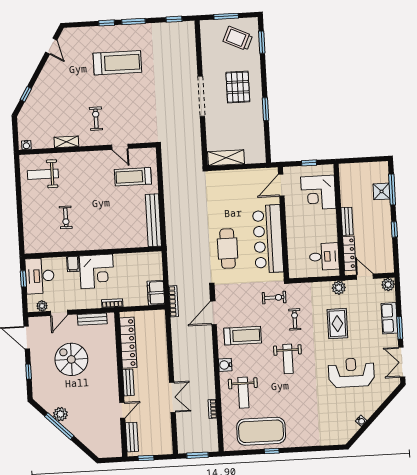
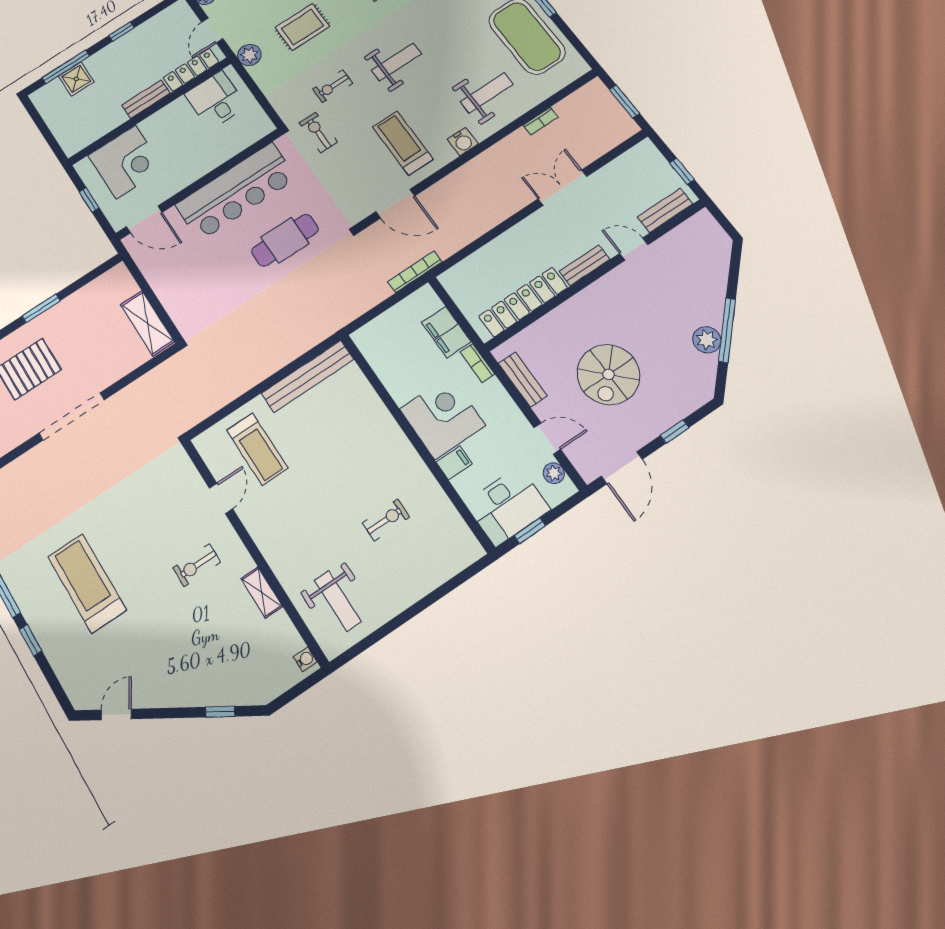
filing cabinet: (156, 293) -> (446, 332), moved, turned 90

